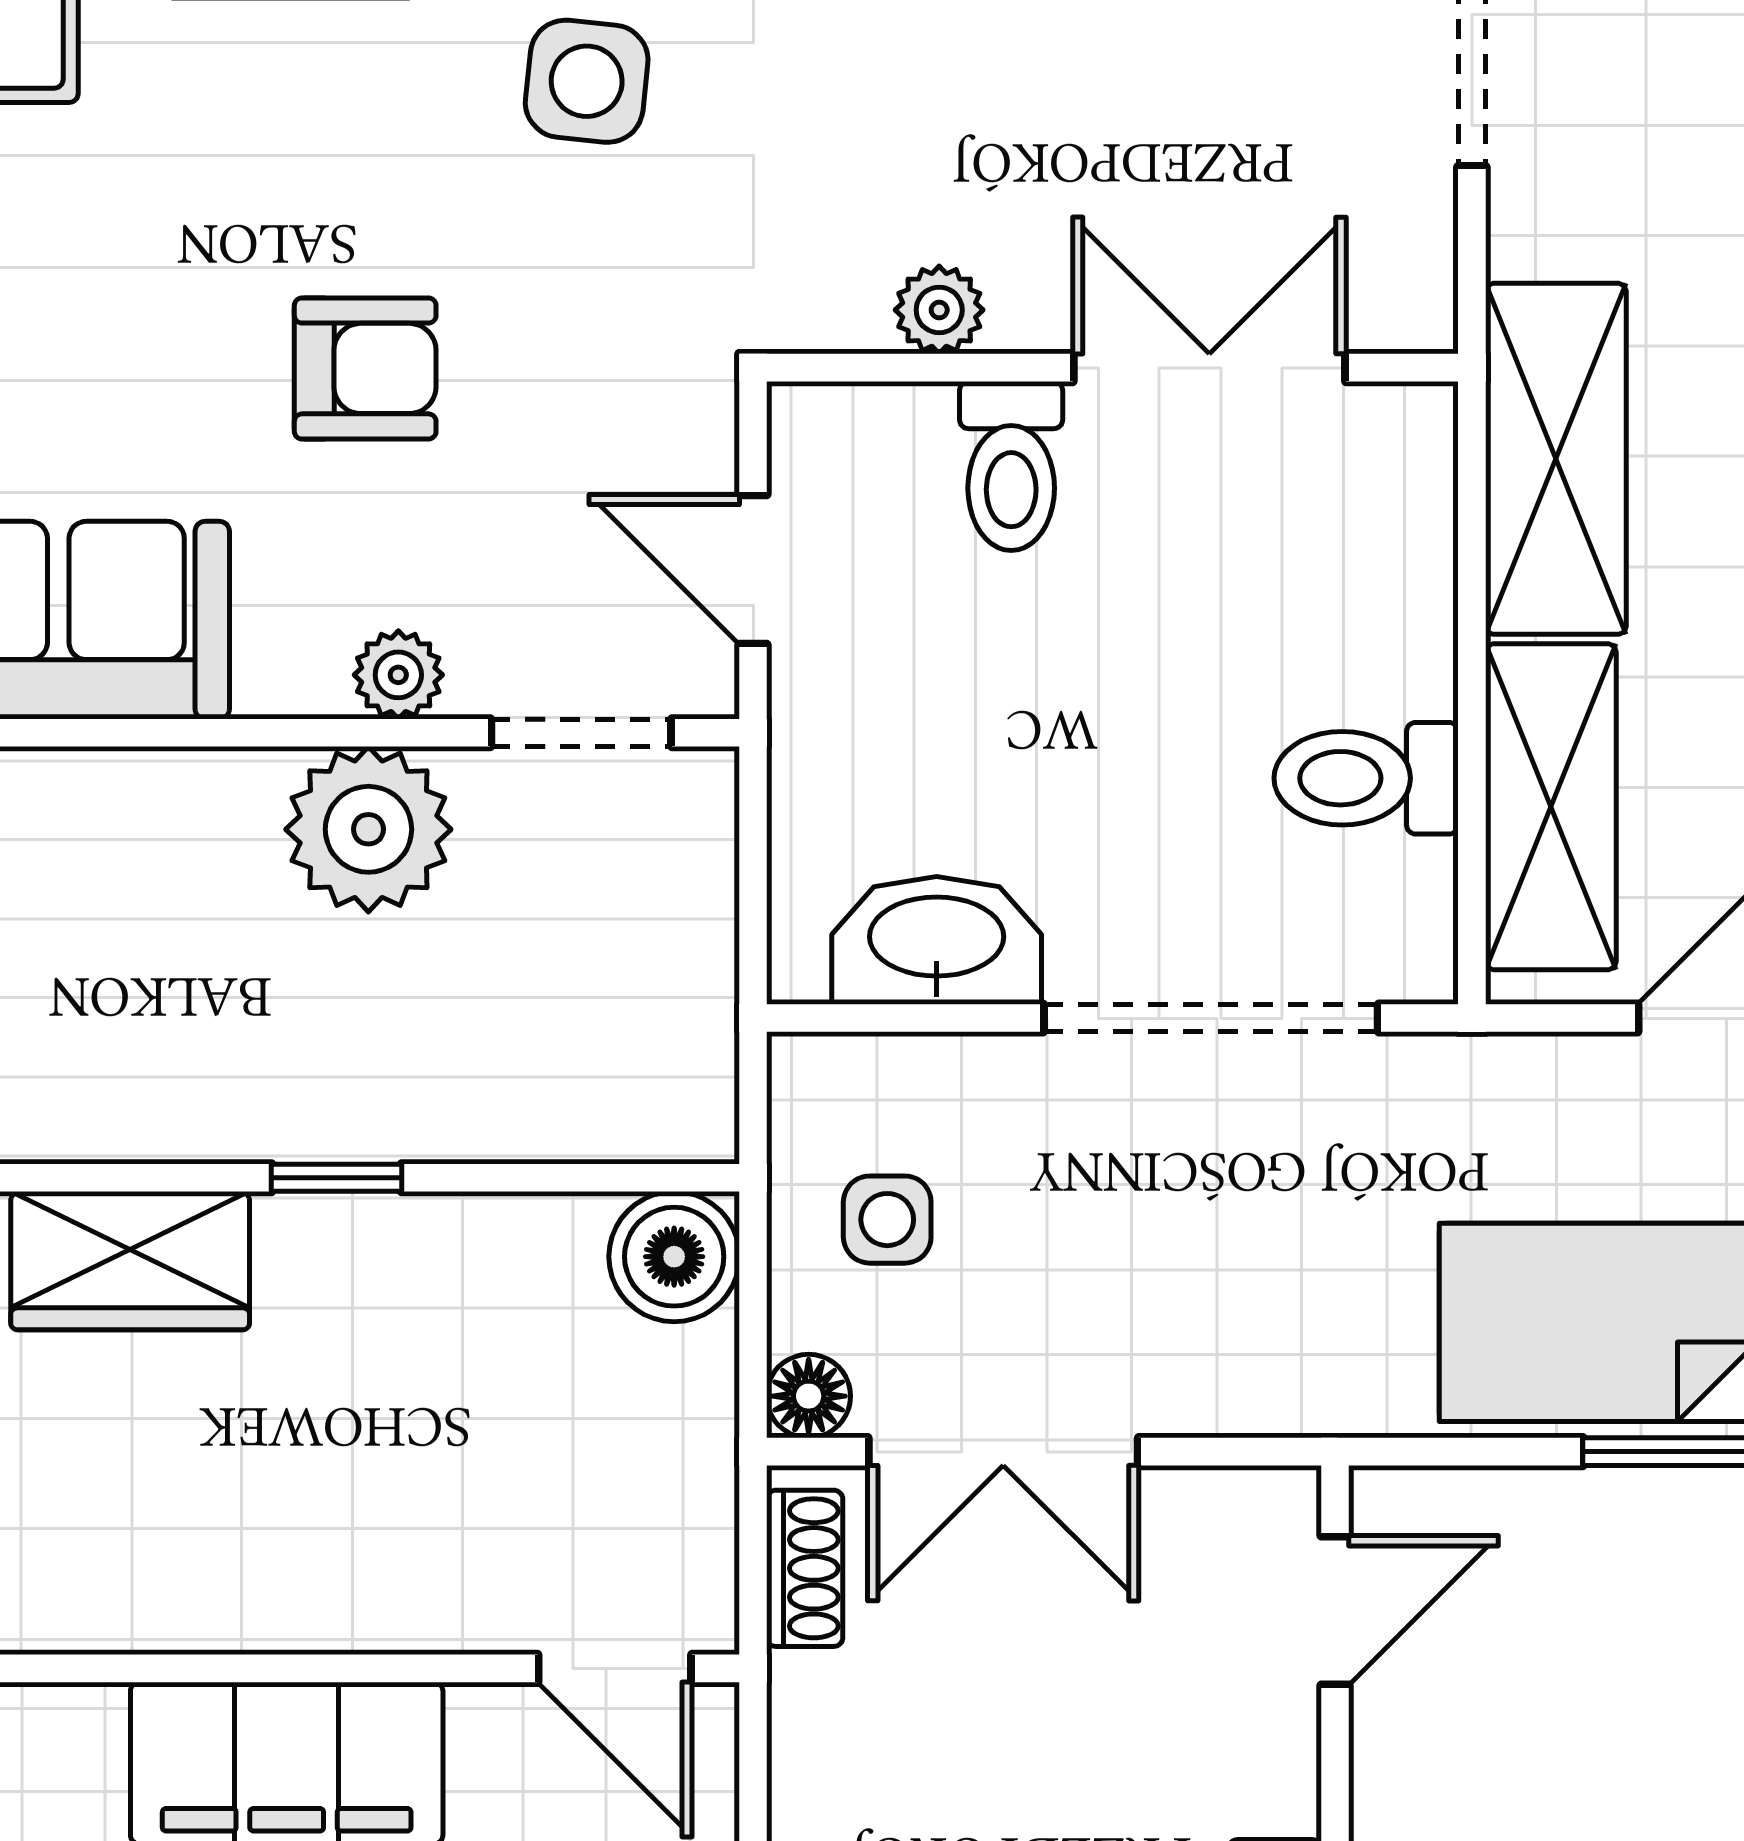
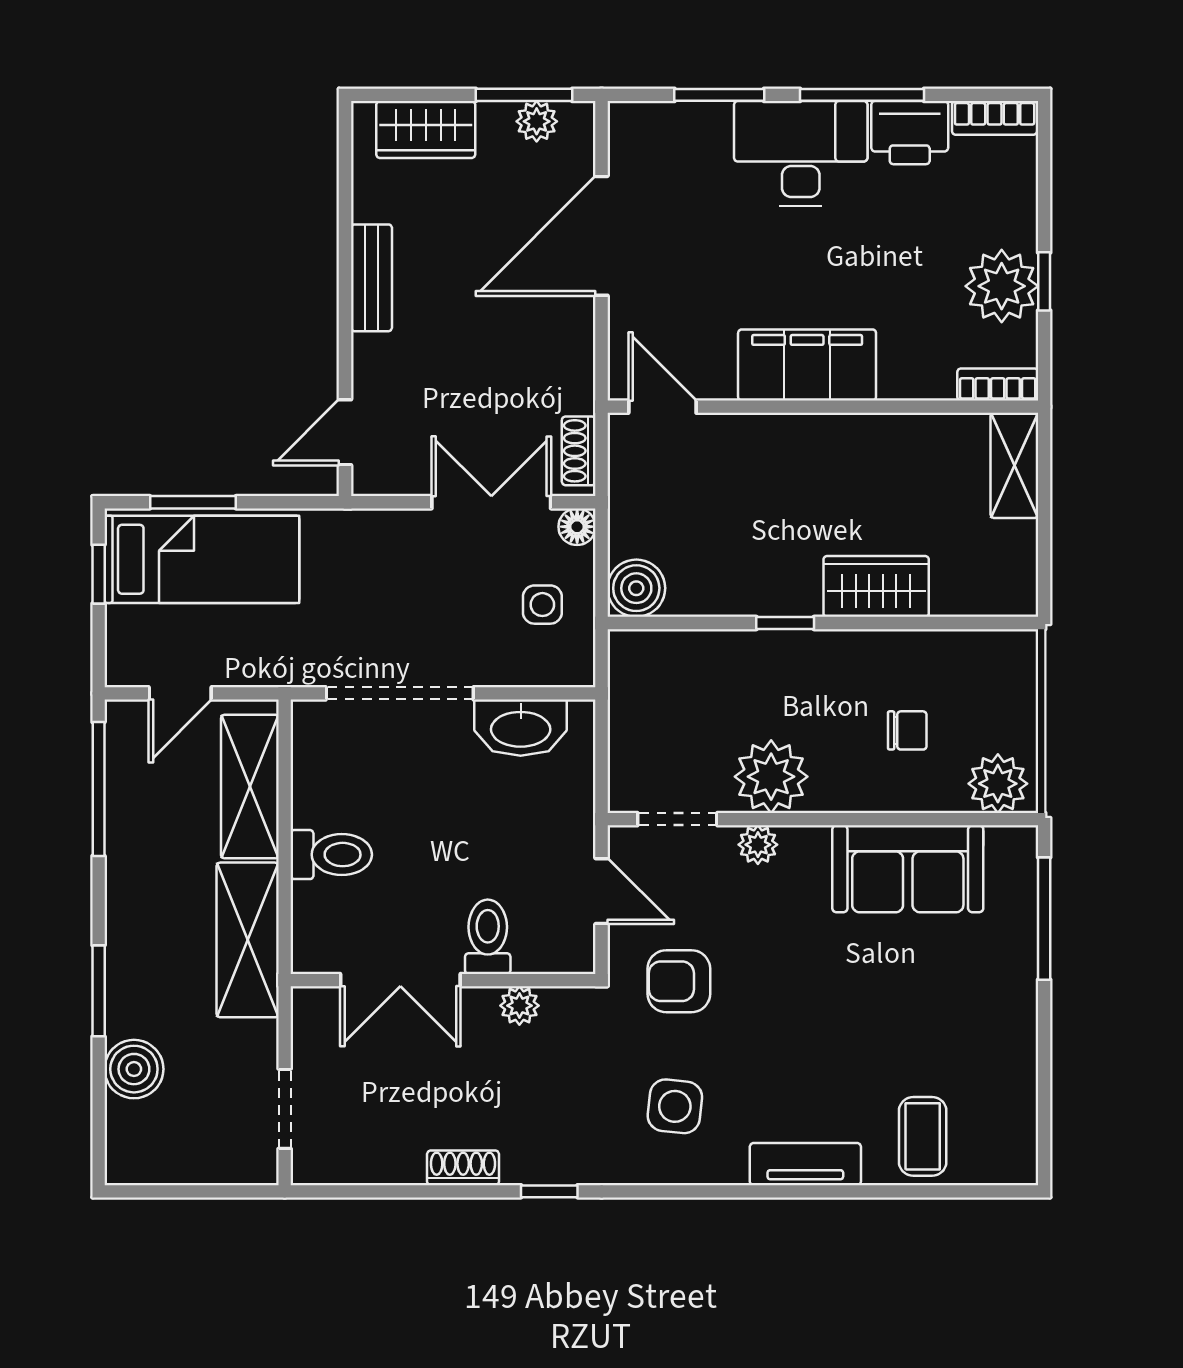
armchair: (365, 368) -> (679, 981), moved
toilet: (1366, 778) -> (331, 855), moved
chair: (59, 934) -> (907, 730), added

